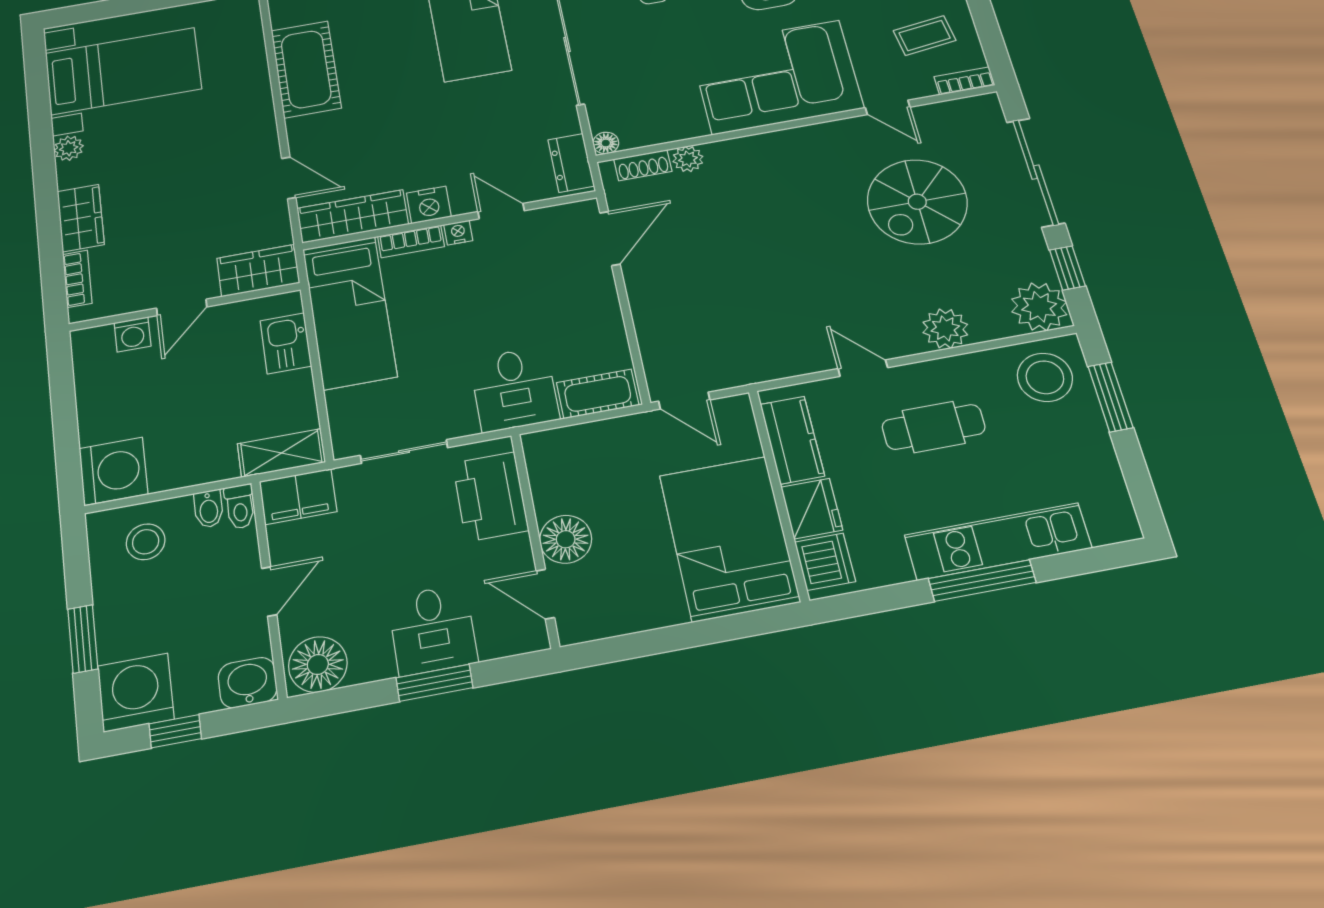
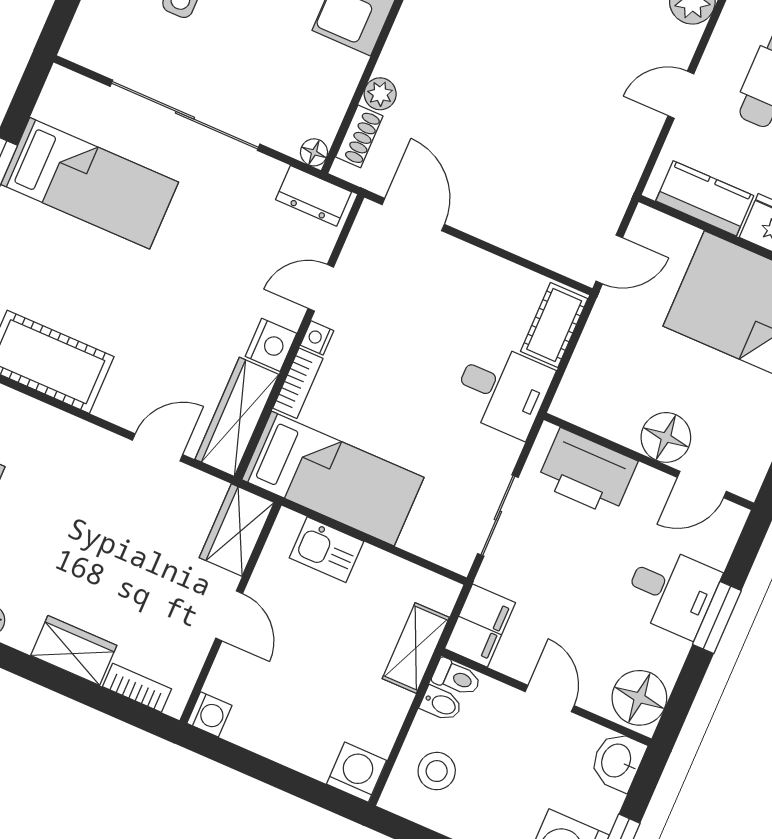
washing machine: (133, 334) -> (209, 714), moved
shelving: (281, 453) -> (416, 648), moved
washing machine: (113, 471) -> (356, 772), width x0.73, depth x0.73

